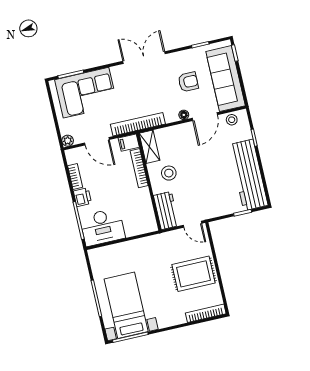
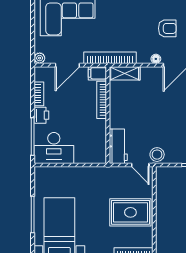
door: (97, 141) -> (67, 65), hinge flipped
shelving: (149, 147) -> (125, 73), moved, turned 90
stool: (169, 173) -> (157, 155), moved

